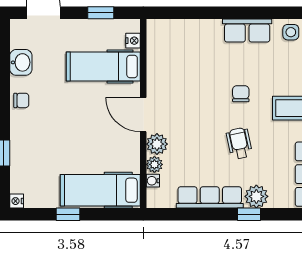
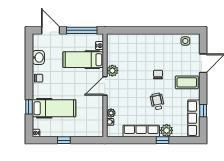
window: (101, 13) -> (82, 30), width x2.17
row of seats: (247, 30) -> (162, 40), removed
door: (143, 115) -> (105, 86), hinge flipped
plant: (157, 144) -> (112, 71), moved
hospital bed: (100, 190) -> (54, 108), moved, turned 180

